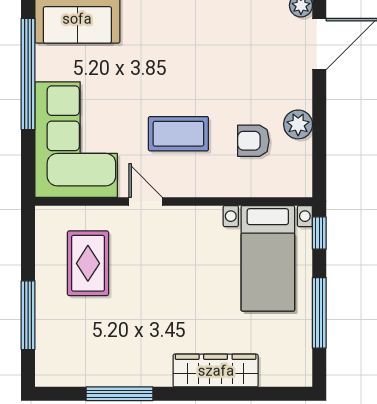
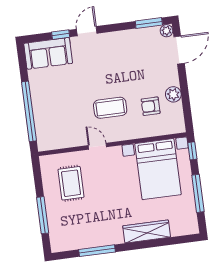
window: (28, 74) -> (29, 111), moved
corner sofa: (76, 140) -> (56, 118), removed
bed with nightstands: (268, 258) -> (158, 169), width x1.36

